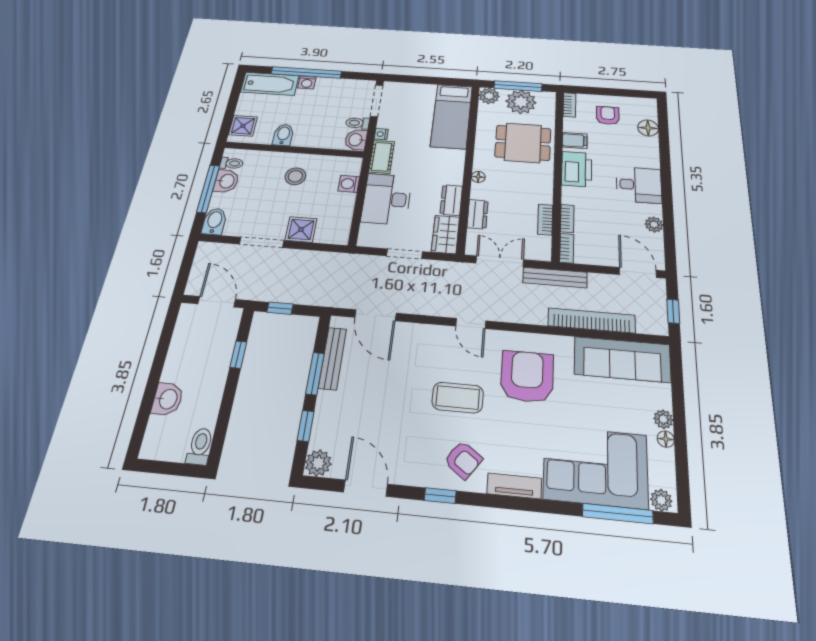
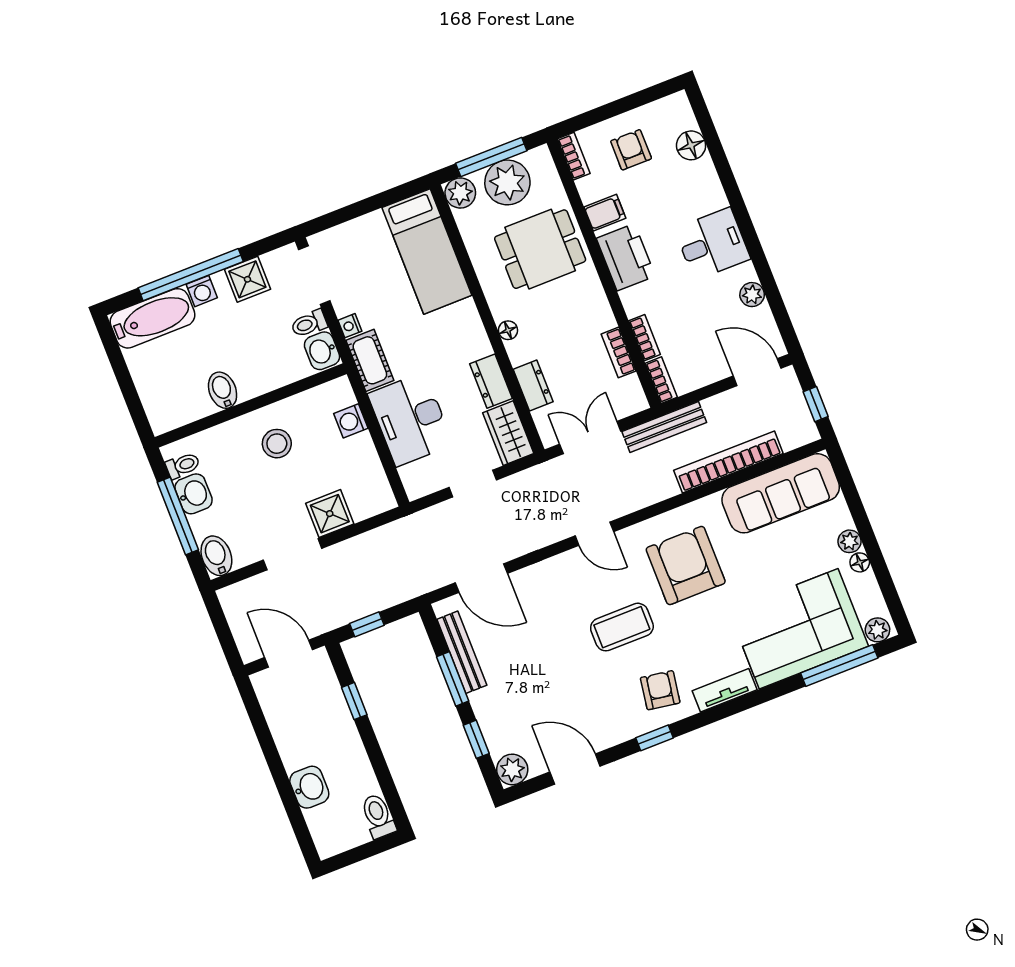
shower: (243, 126) -> (247, 279), moved
armchair: (463, 460) -> (660, 690), turned -117

